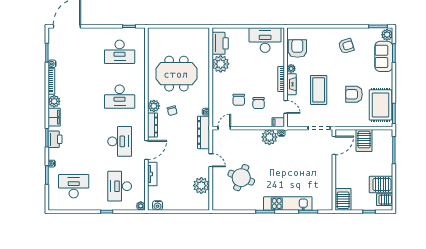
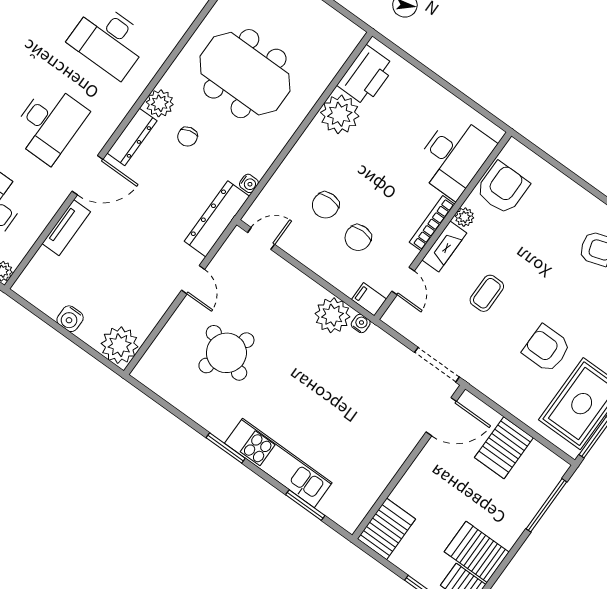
desk: (265, 40) -> (454, 156), moved, turned 90
coffee table: (319, 90) -> (487, 293), width x0.54, depth x0.58
plant: (201, 186) -> (120, 345), moved
water cooler: (158, 205) -> (70, 319), moved

